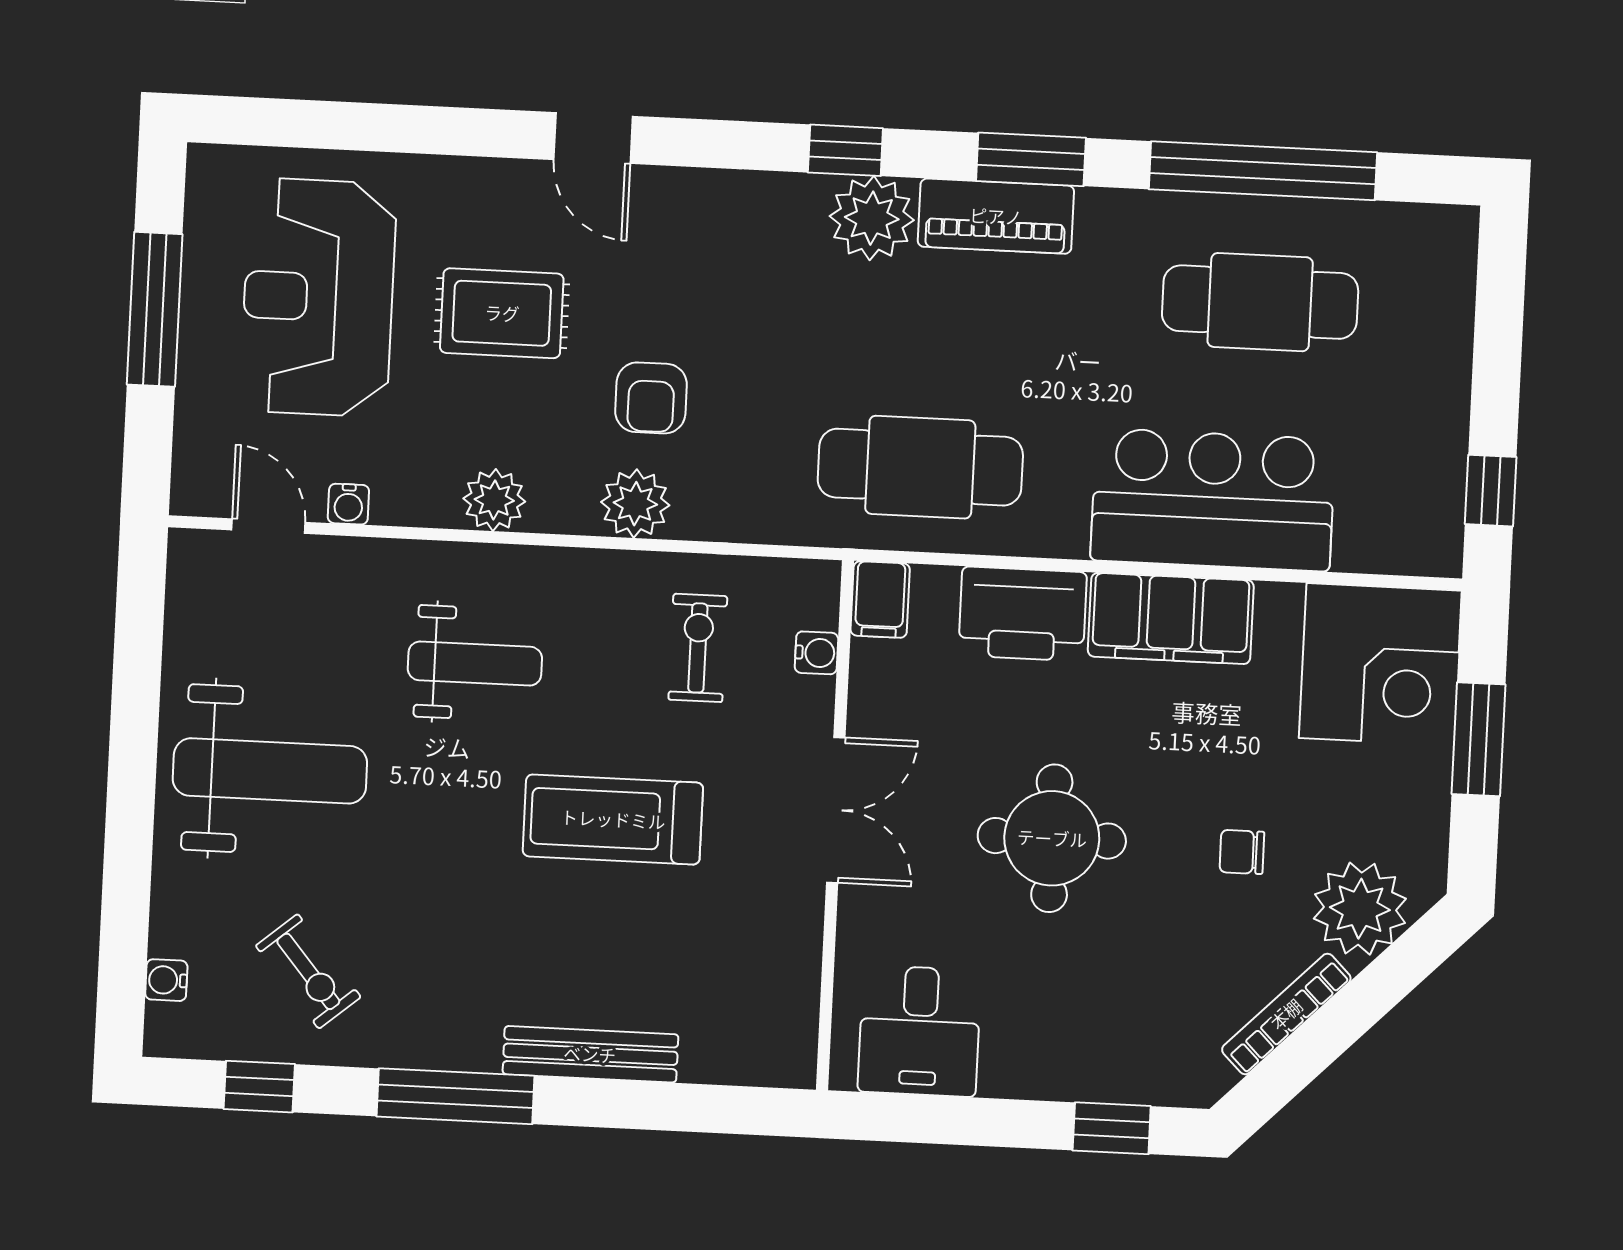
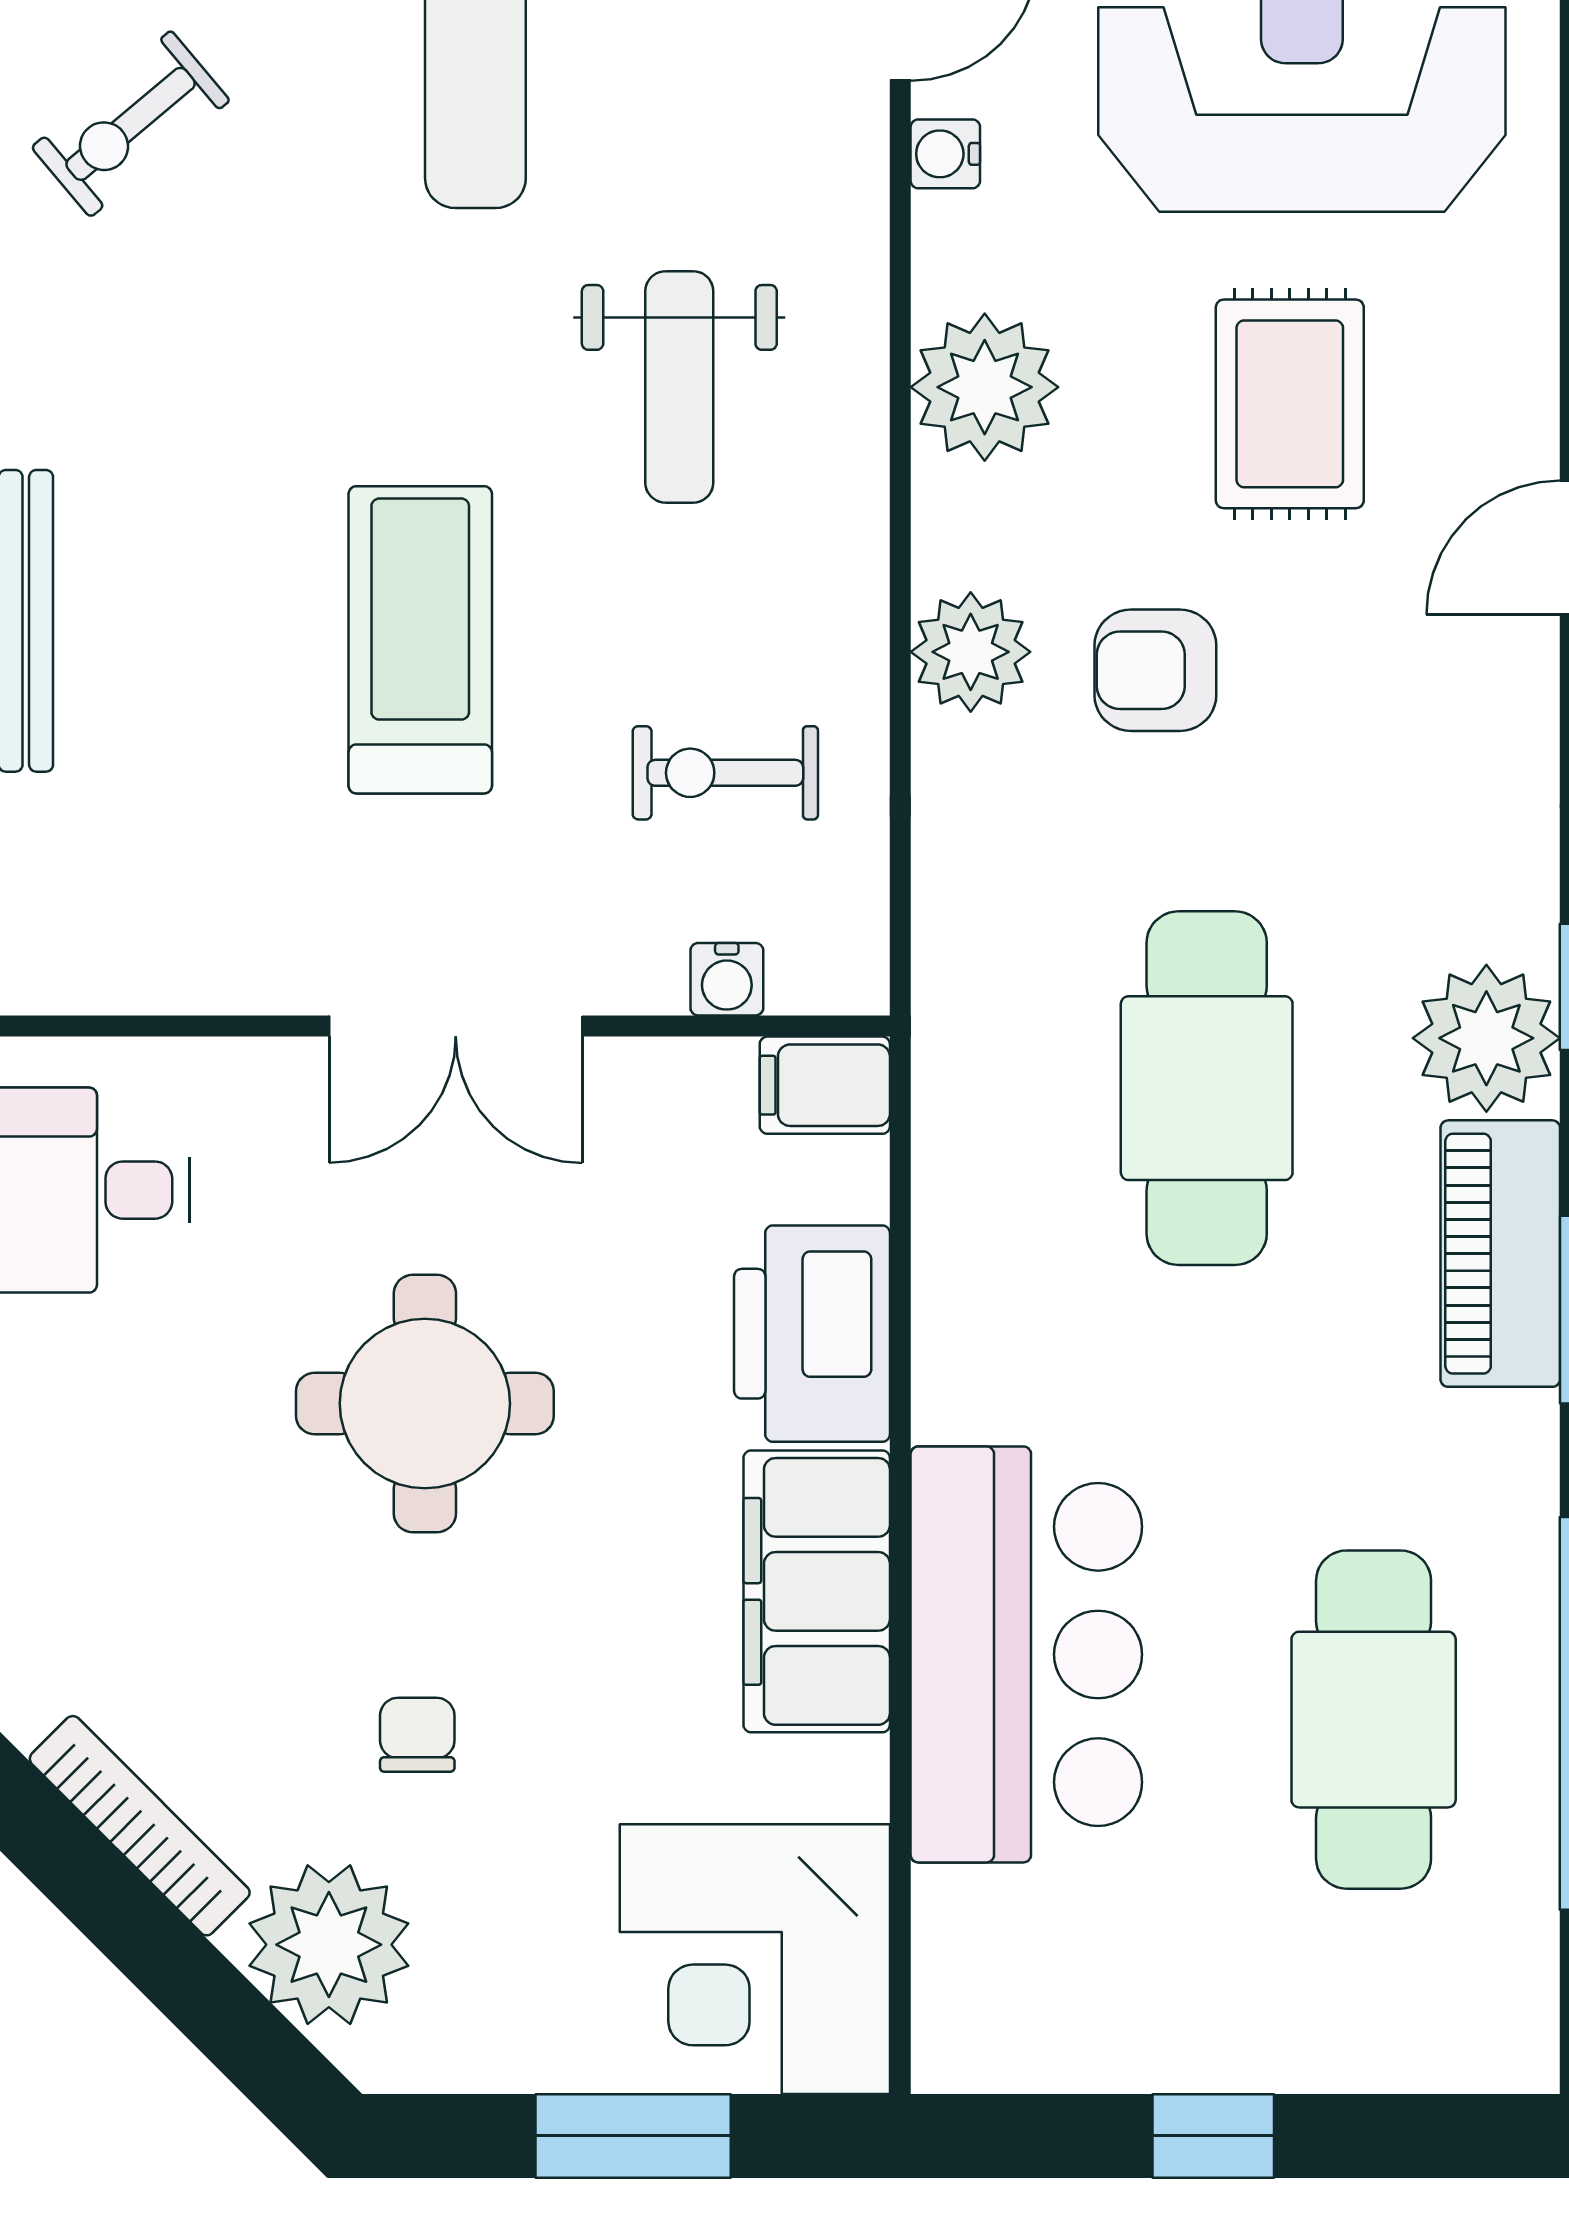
cafe table: (920, 467) -> (1207, 1088), moved
window: (1491, 491) -> (1213, 2136), moved
plant: (494, 500) -> (985, 387), width x1.36, depth x1.36
exercise bike: (698, 648) -> (725, 773), turned 180

